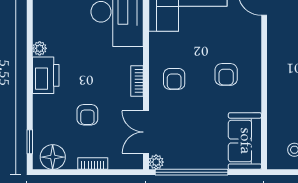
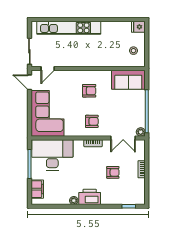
floor lamp: (53, 157) -> (138, 193), removed

